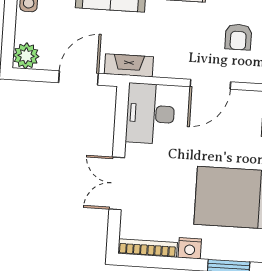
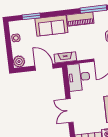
door: (79, 78) -> (44, 67), hinge flipped

